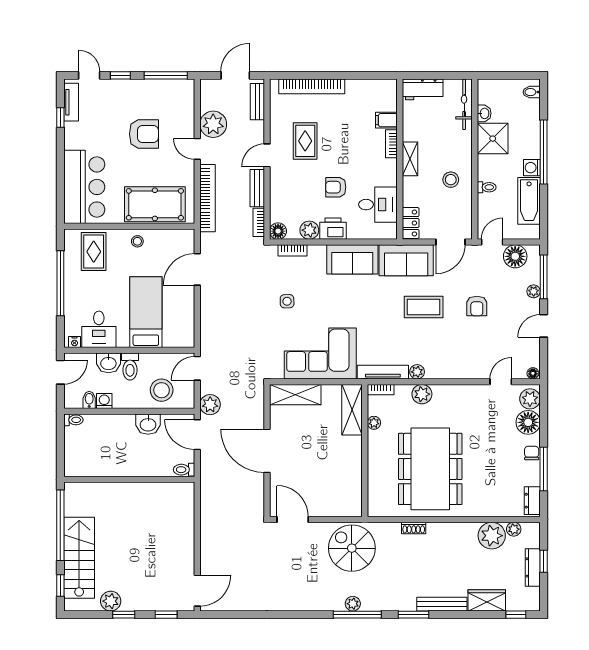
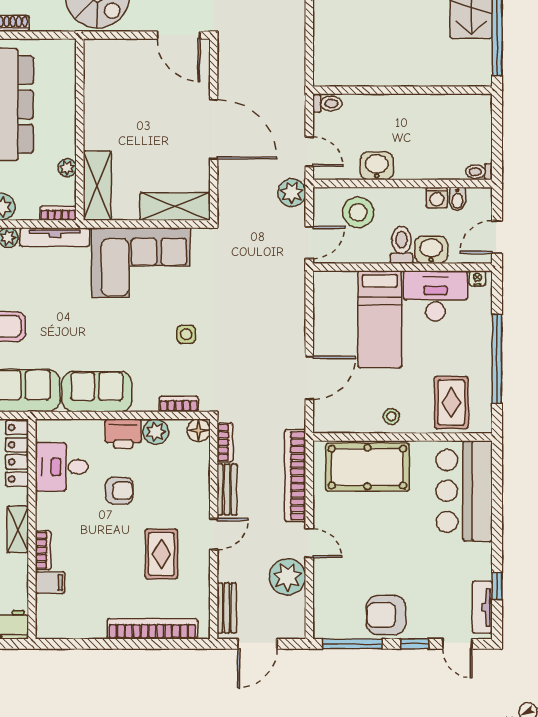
armchair: (144, 134) -> (386, 615), moved
locker: (411, 223) -> (17, 453), width x1.53
desk: (99, 329) -> (435, 296), width x1.37
door: (197, 435) -> (309, 152), width x0.73

